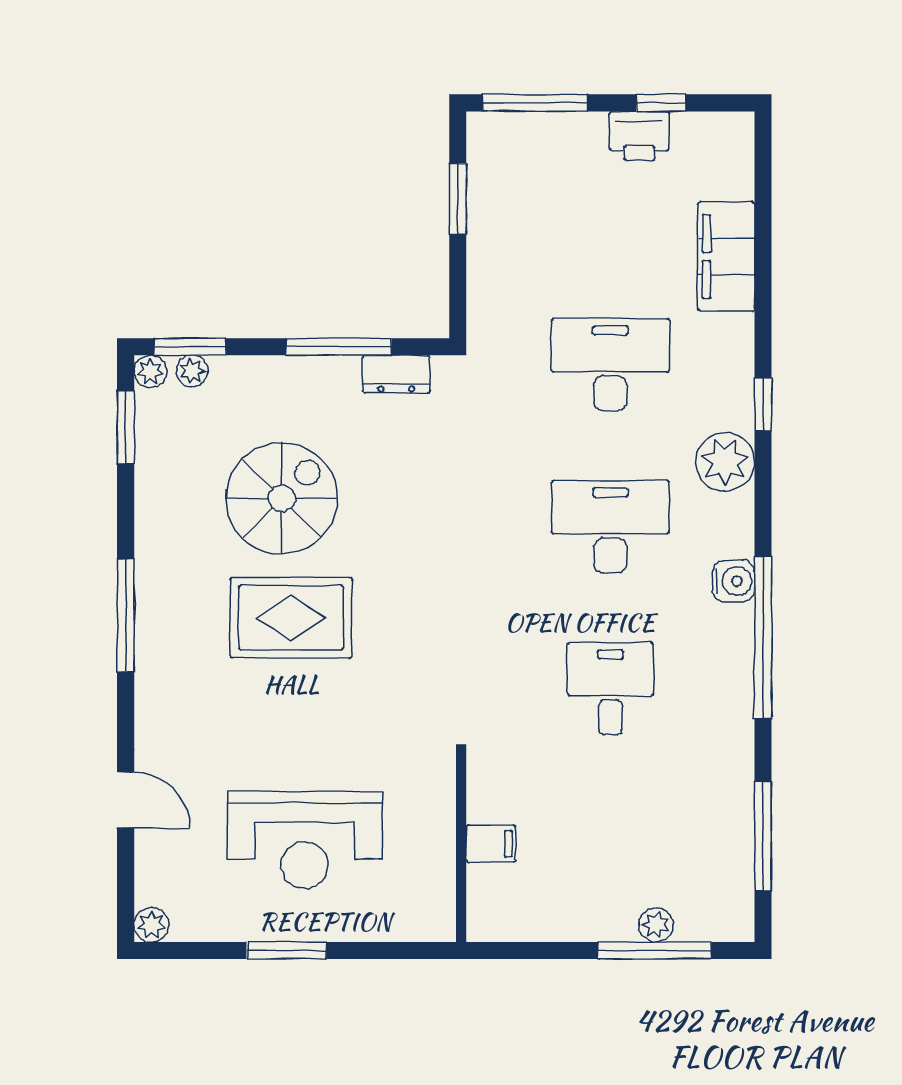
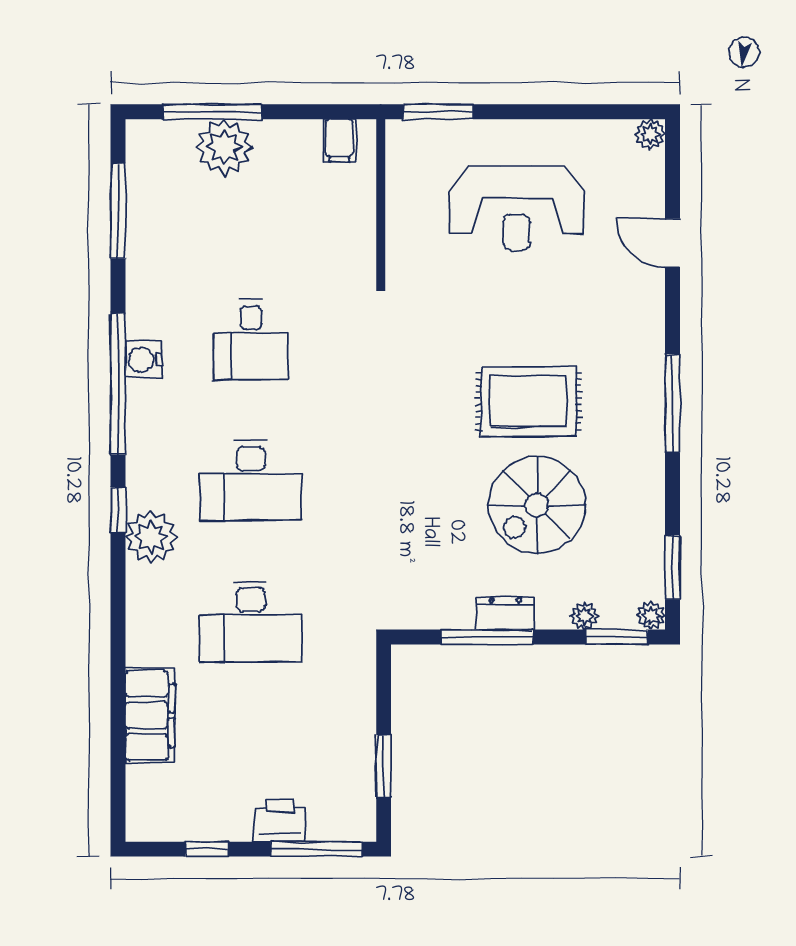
printer: (639, 136) -> (280, 820), moved
plant: (192, 371) -> (584, 616), moved
dresser: (396, 374) -> (505, 613), moved
window: (763, 405) -> (118, 510), moved
water cooler: (734, 581) -> (144, 359), moved
reception desk: (305, 840) -> (517, 208), turned 180
filing cabinet: (491, 844) -> (339, 141), moved, turned -90
plant: (656, 925) -> (224, 147), width x1.88, depth x1.88
window: (286, 950) -> (438, 112), moved

